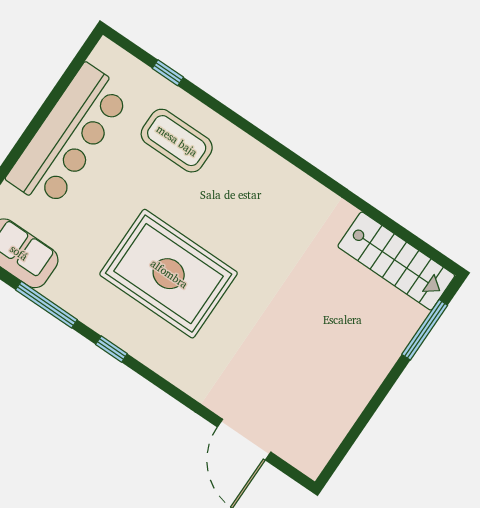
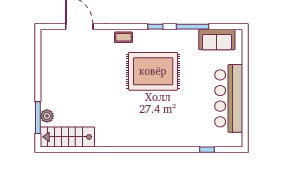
coffee table: (177, 141) -> (123, 37), moved, width x0.54, depth x0.58
plant: (407, 322) -> (47, 116), added

